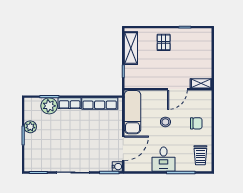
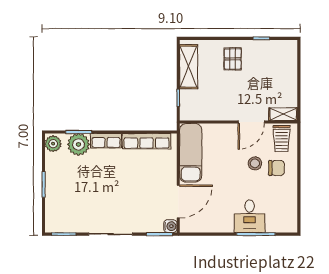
stool: (165, 122) -> (255, 163), moved
plant: (30, 127) -> (53, 144), moved
trolley: (200, 155) -> (282, 139), moved
desk: (164, 159) -> (250, 216), moved

